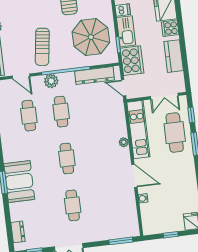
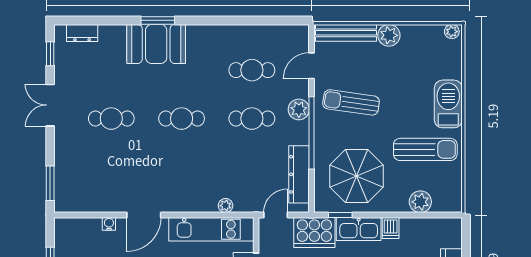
plant: (124, 142) -> (226, 206), moved

